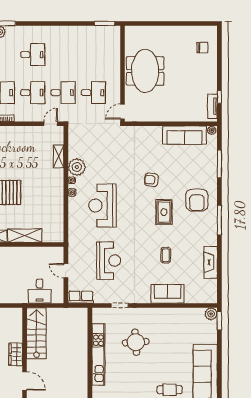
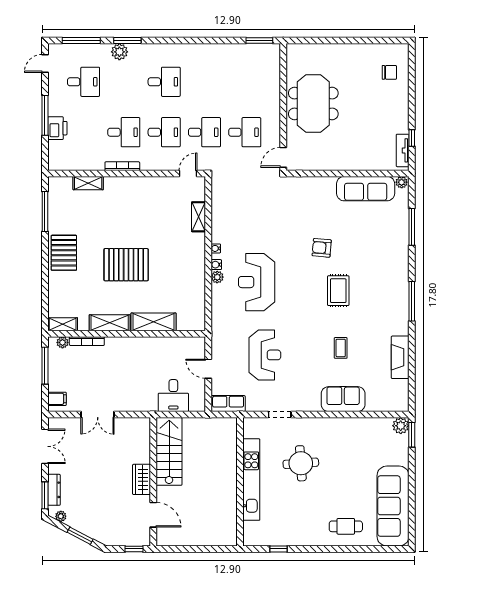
plant: (77, 167) -> (217, 277), moved, width x0.53, depth x0.53
armchair: (197, 200) -> (382, 275), removed

